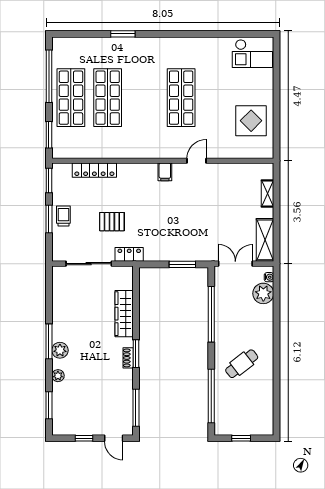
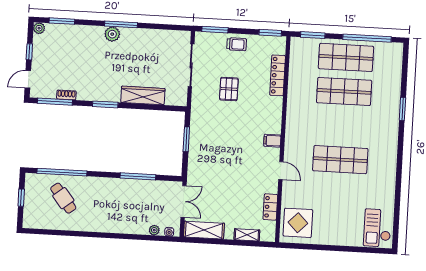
display table: (251, 121) -> (298, 223), moved
window: (49, 219) -> (215, 30), moved
locker: (129, 254) -> (270, 207), moved, turned 180
window: (182, 264) -> (186, 139), moved
plant: (263, 293) -> (154, 230), width x0.53, depth x0.53
window: (211, 314) -> (138, 176), width x0.68
shoe rack: (128, 358) -> (66, 95), moved
cafe table: (242, 364) -> (63, 198), moved
plant: (58, 376) -> (39, 28), moved

